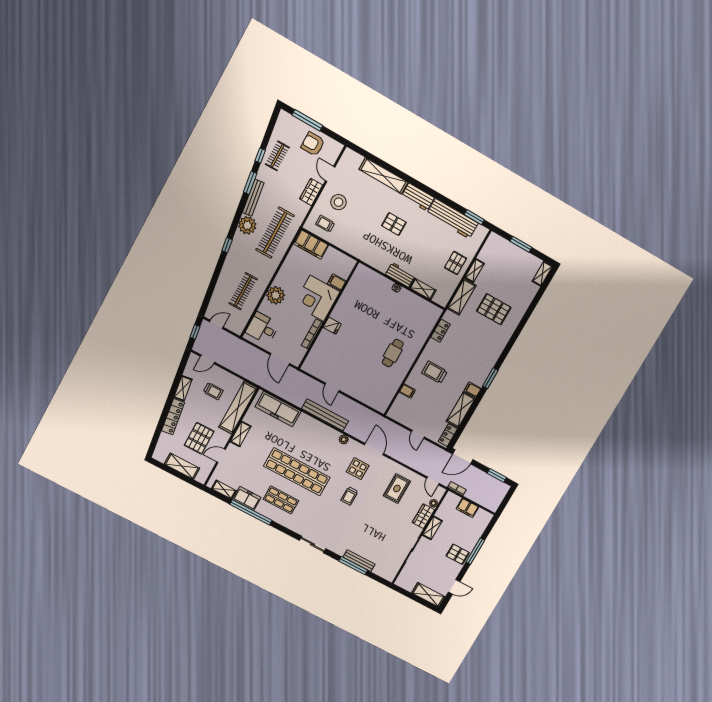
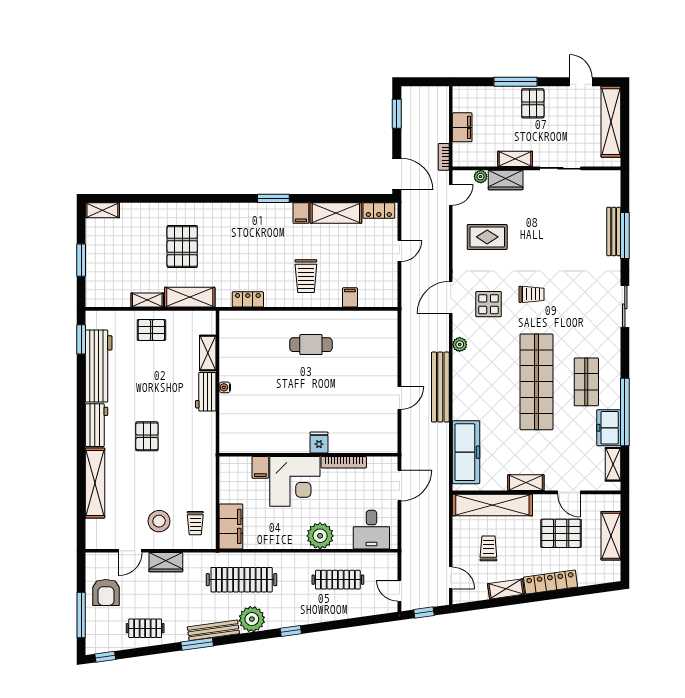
window: (260, 156) -> (105, 657), moved
shelving: (428, 595) -> (611, 122), width x1.47

